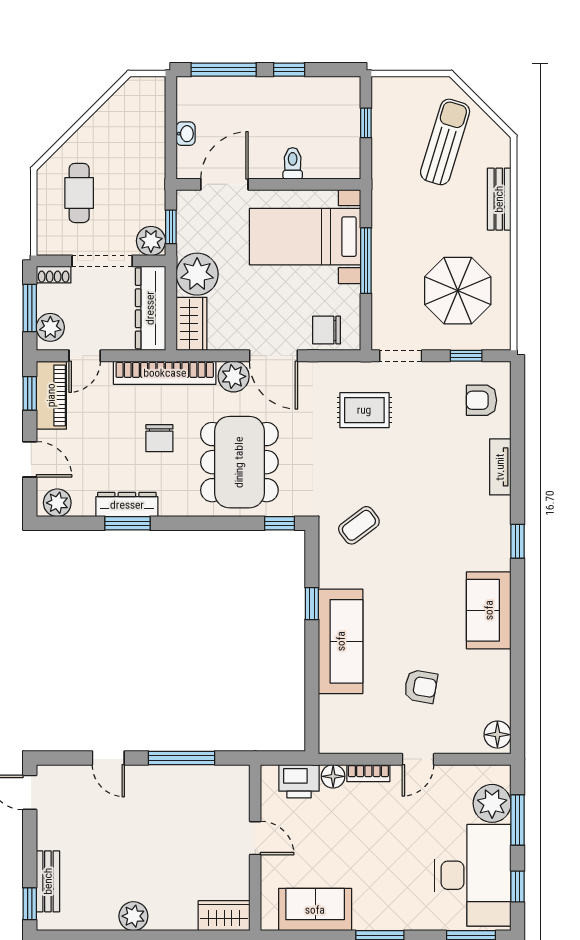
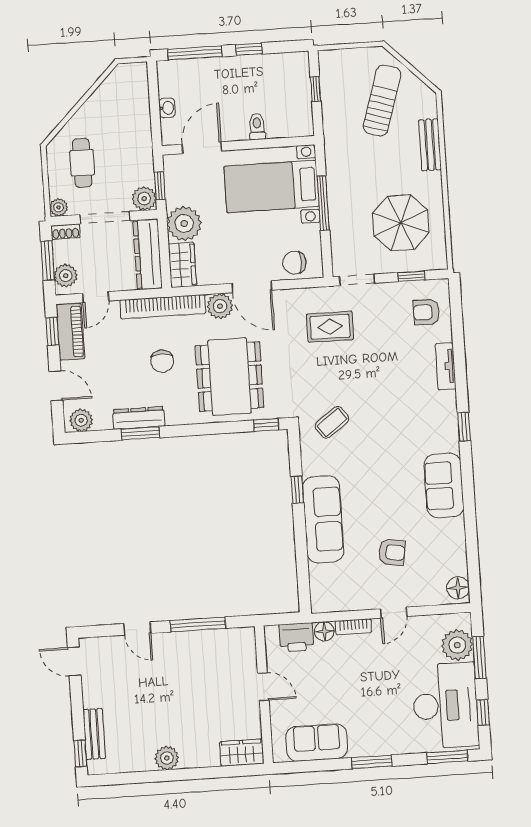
plant: (47, 245) -> (59, 207), added

